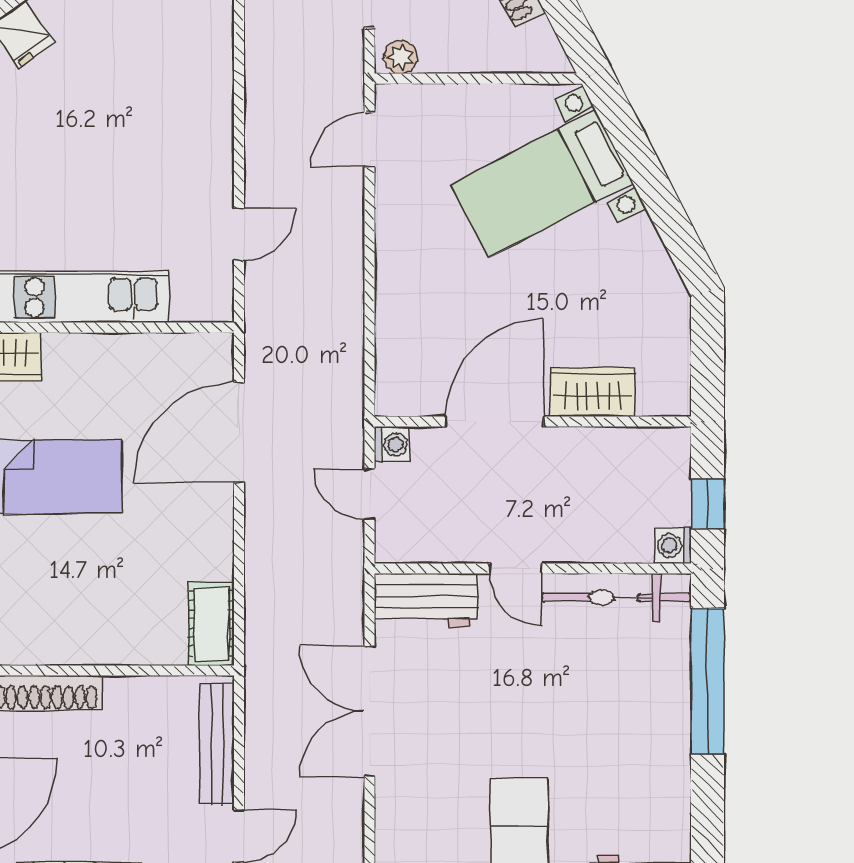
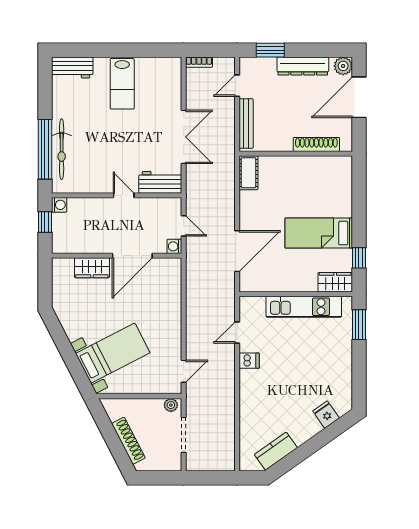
dishwasher: (210, 166) -> (249, 361), added
bicycle: (617, 598) -> (62, 149), moved, turned 90

